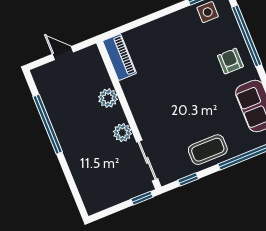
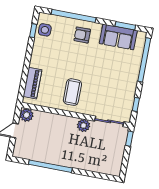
piano: (119, 57) -> (32, 83), moved, turned 90
plant: (108, 98) -> (27, 115), moved
coffee table: (208, 150) -> (72, 92), moved

